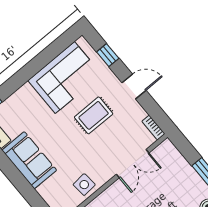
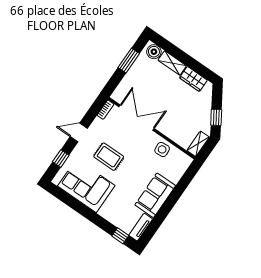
door: (134, 86) -> (79, 133), hinge flipped
double door: (133, 164) -> (137, 118), width x1.37

